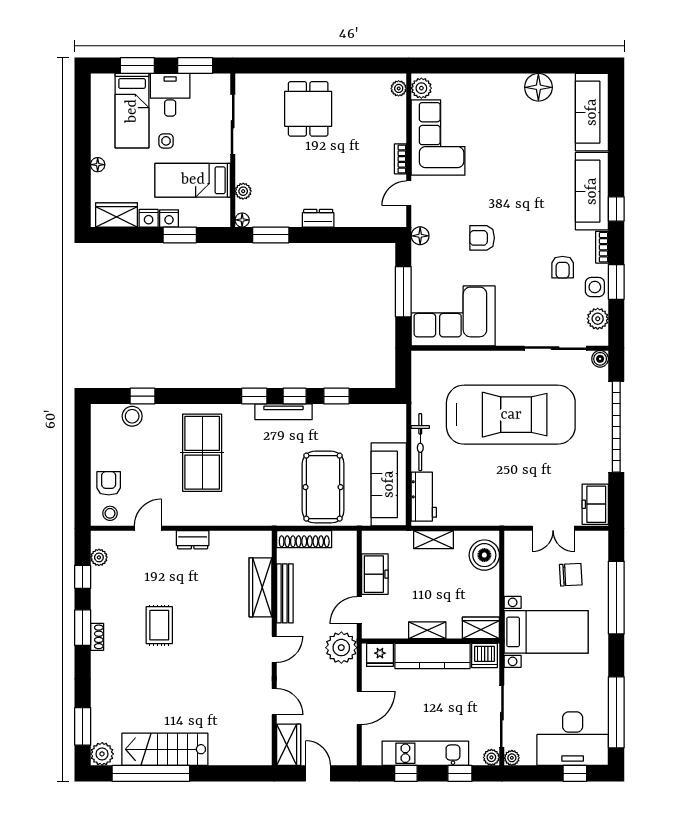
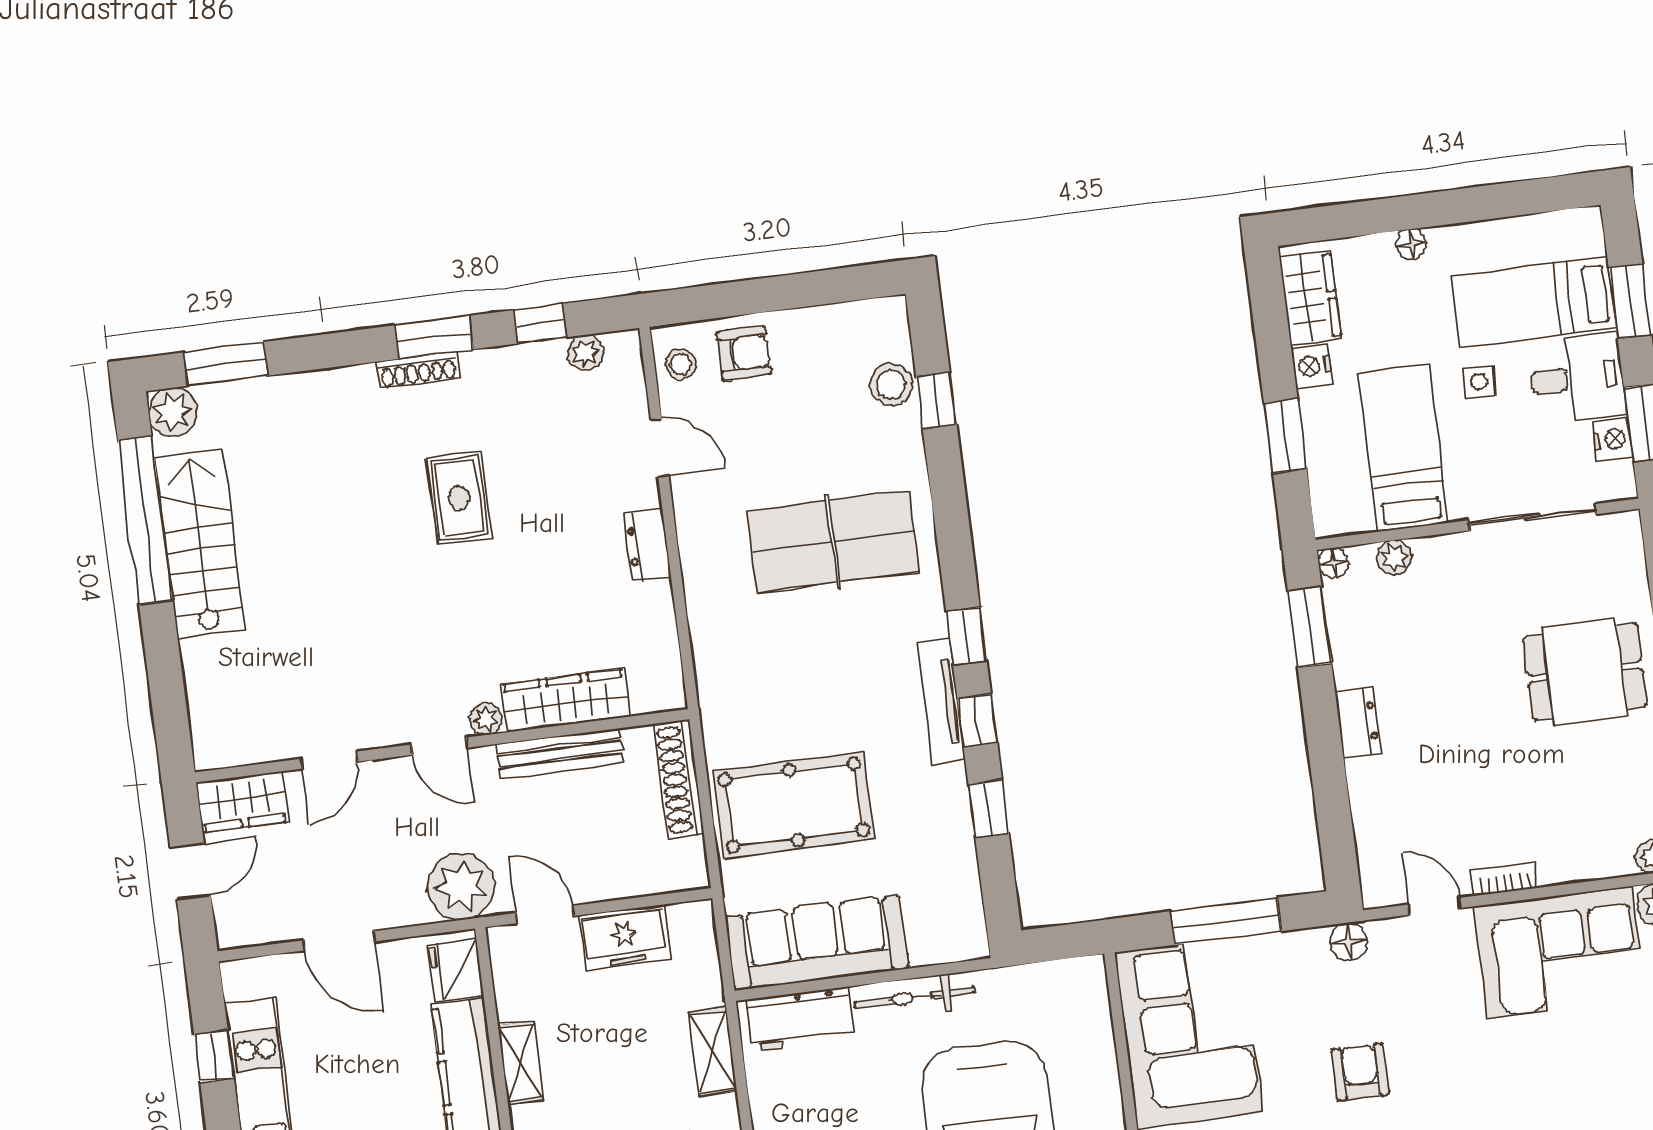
nightstand: (169, 218) -> (1612, 439), moved, turned 180
rug: (159, 625) -> (459, 498), turned 90
plant: (264, 626) -> (486, 719), added
shoe rack: (97, 637) -> (418, 370), width x1.43

